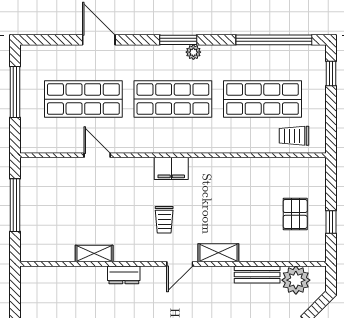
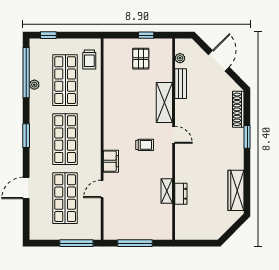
plant: (193, 52) -> (34, 85), moved
window: (15, 92) -> (76, 243), moved
filing cabinet: (171, 168) -> (111, 161), moved
pallet: (295, 214) -> (141, 59), turned 90
shelving: (218, 253) -> (164, 102), width x1.50, depth x1.33
dresser: (124, 275) -> (181, 194), moved
plant: (296, 280) -> (180, 58), width x0.53, depth x0.53

